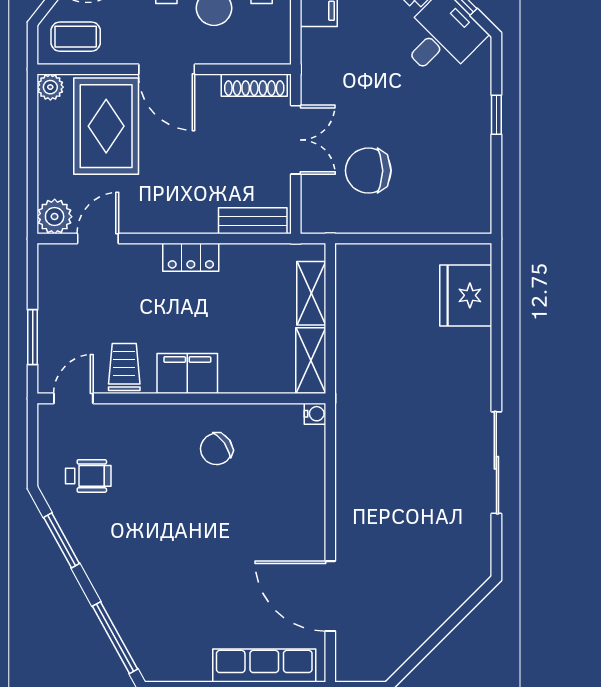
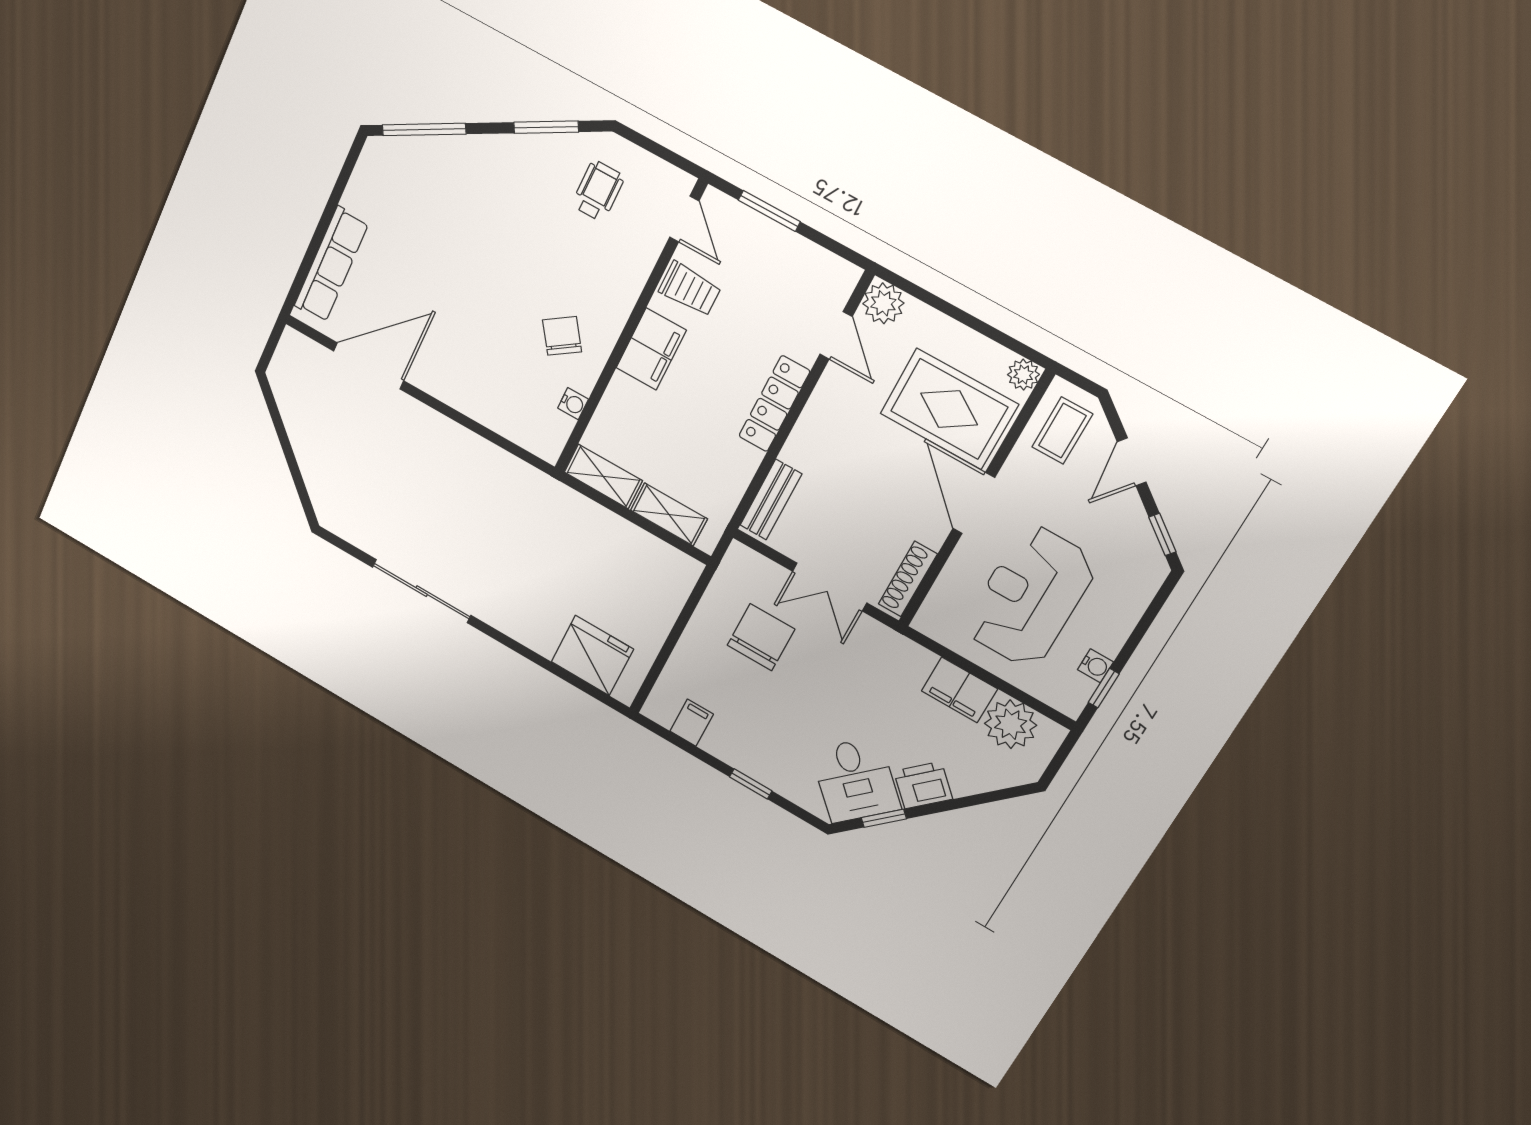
door: (167, 69) -> (974, 503), hinge flipped
filing cabinet: (474, 188) -> (692, 723), added
locker: (191, 257) -> (774, 404), width x1.53
water cooler: (315, 414) -> (573, 404), moved, turned -90
wheelchair: (88, 476) -> (598, 191), turned 180

